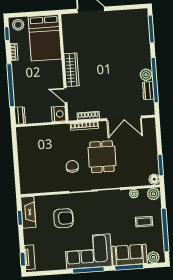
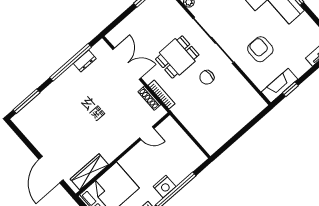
wardrobe: (71, 70) -> (89, 172), moved
plant: (146, 75) -> (72, 74), removed
door: (65, 95) -> (147, 133), hinge flipped
nightstand: (59, 114) -> (165, 186), moved, turned 180
dresser: (20, 115) -> (197, 161), removed

